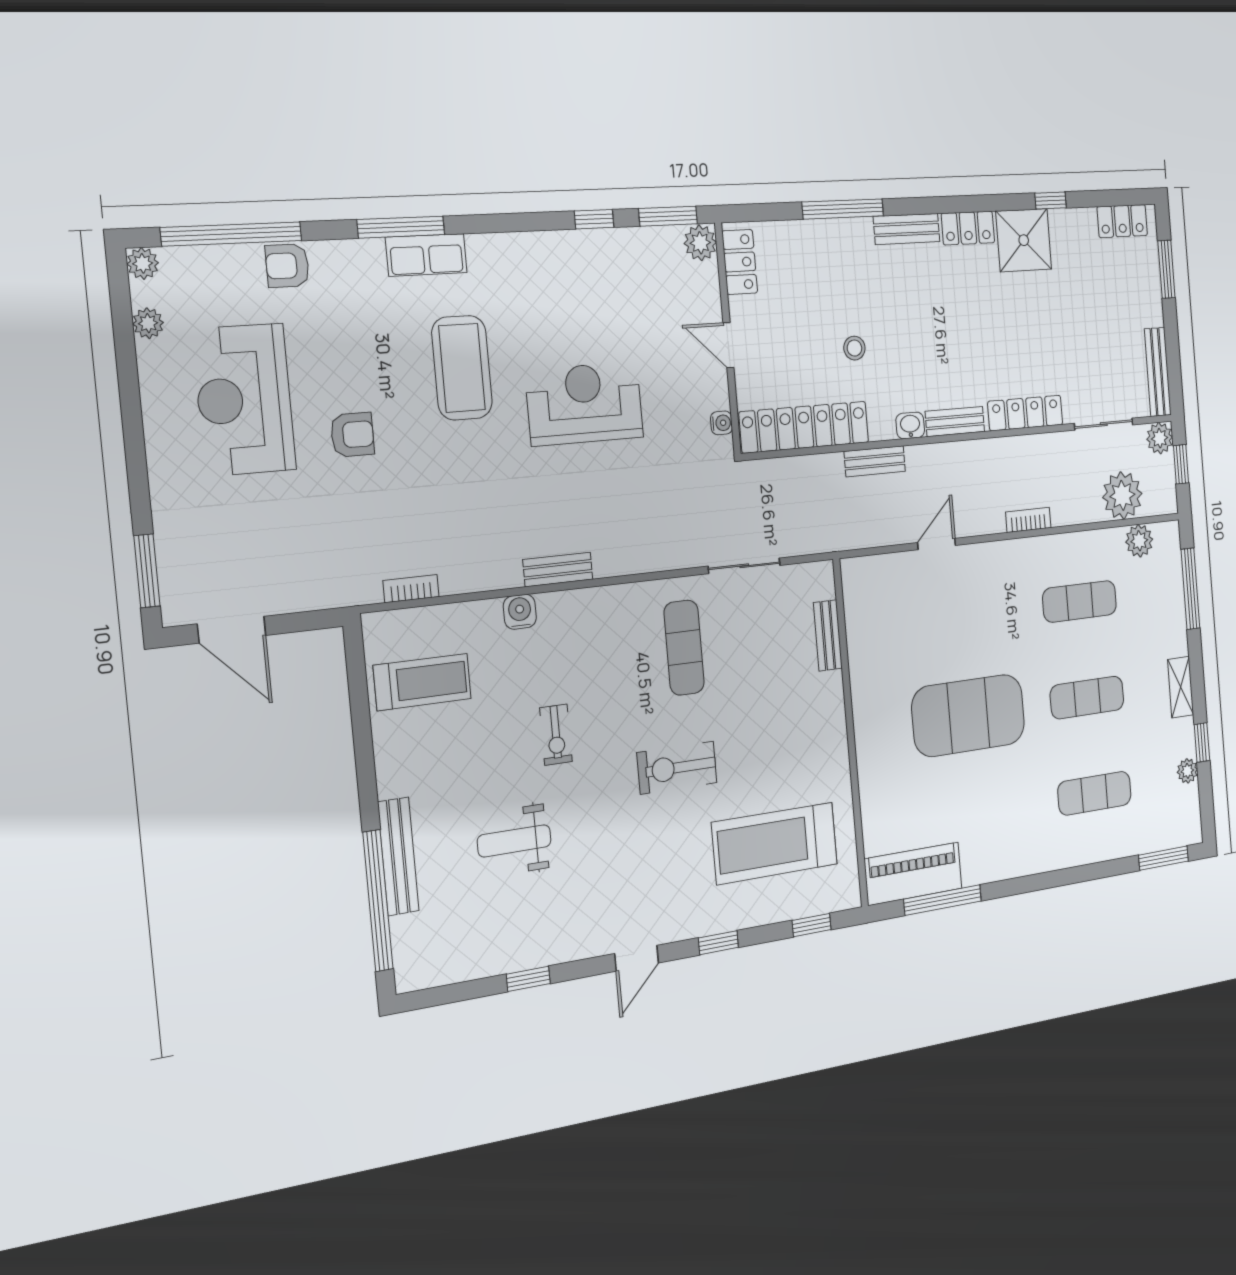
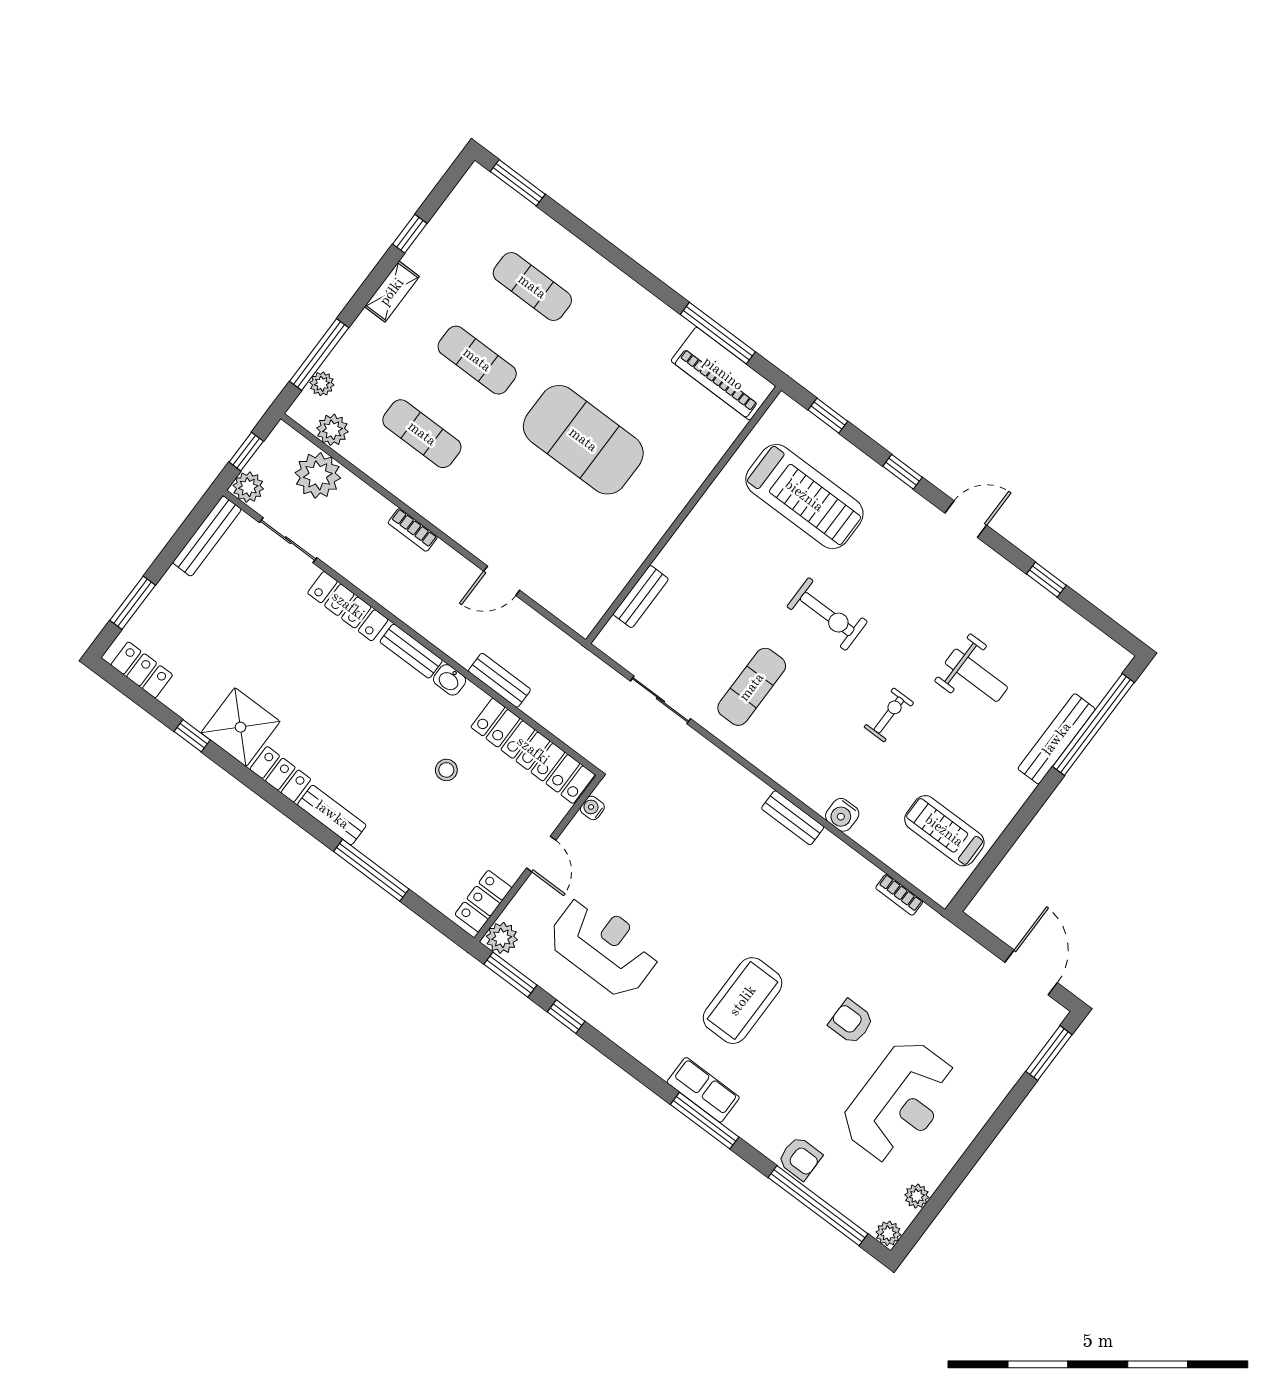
reception desk: (585, 404) -> (604, 946), moved, turned 180
plant: (1187, 771) -> (322, 384), moved

